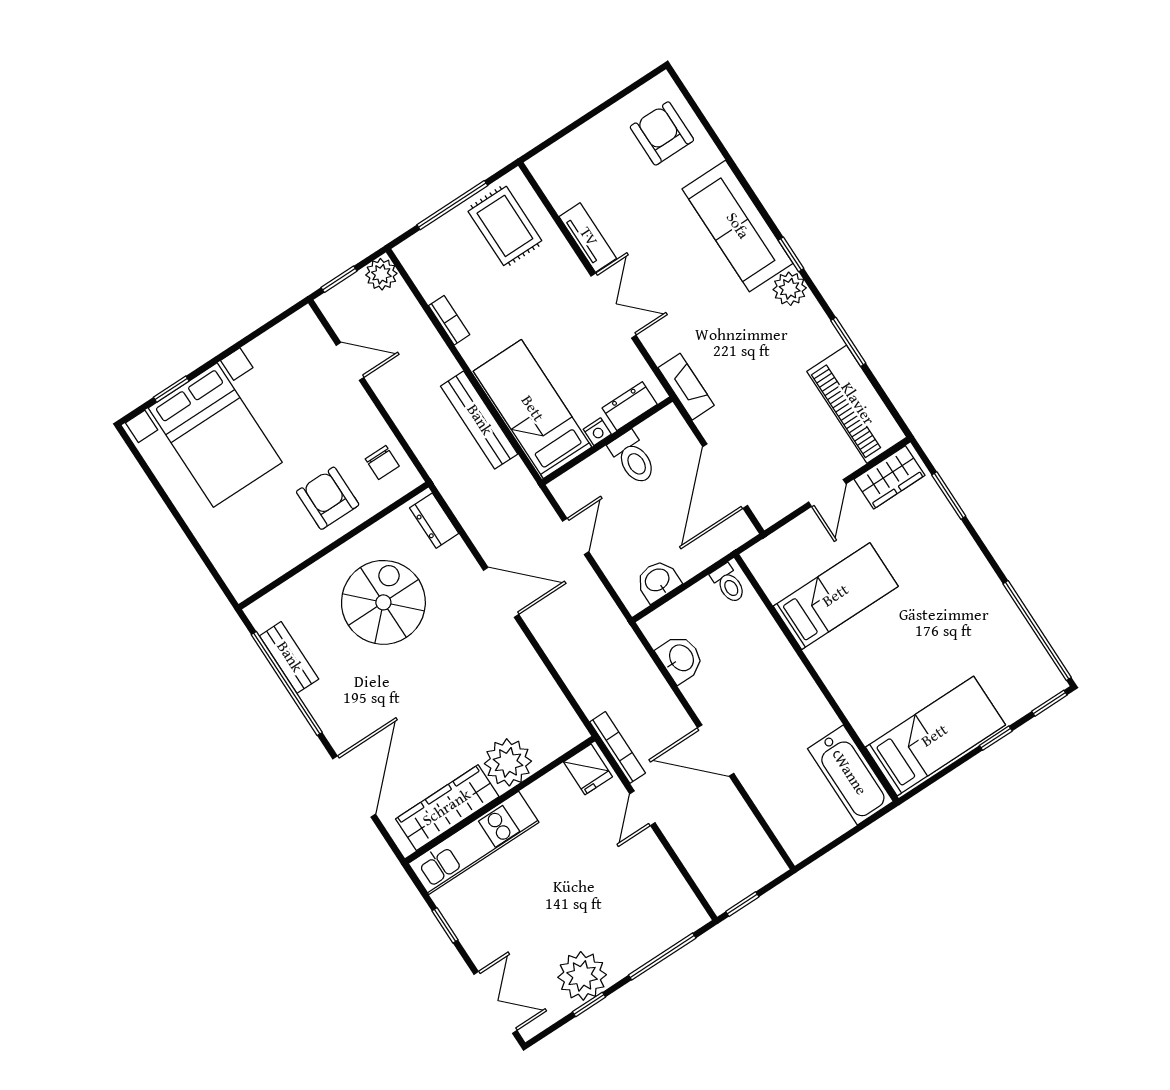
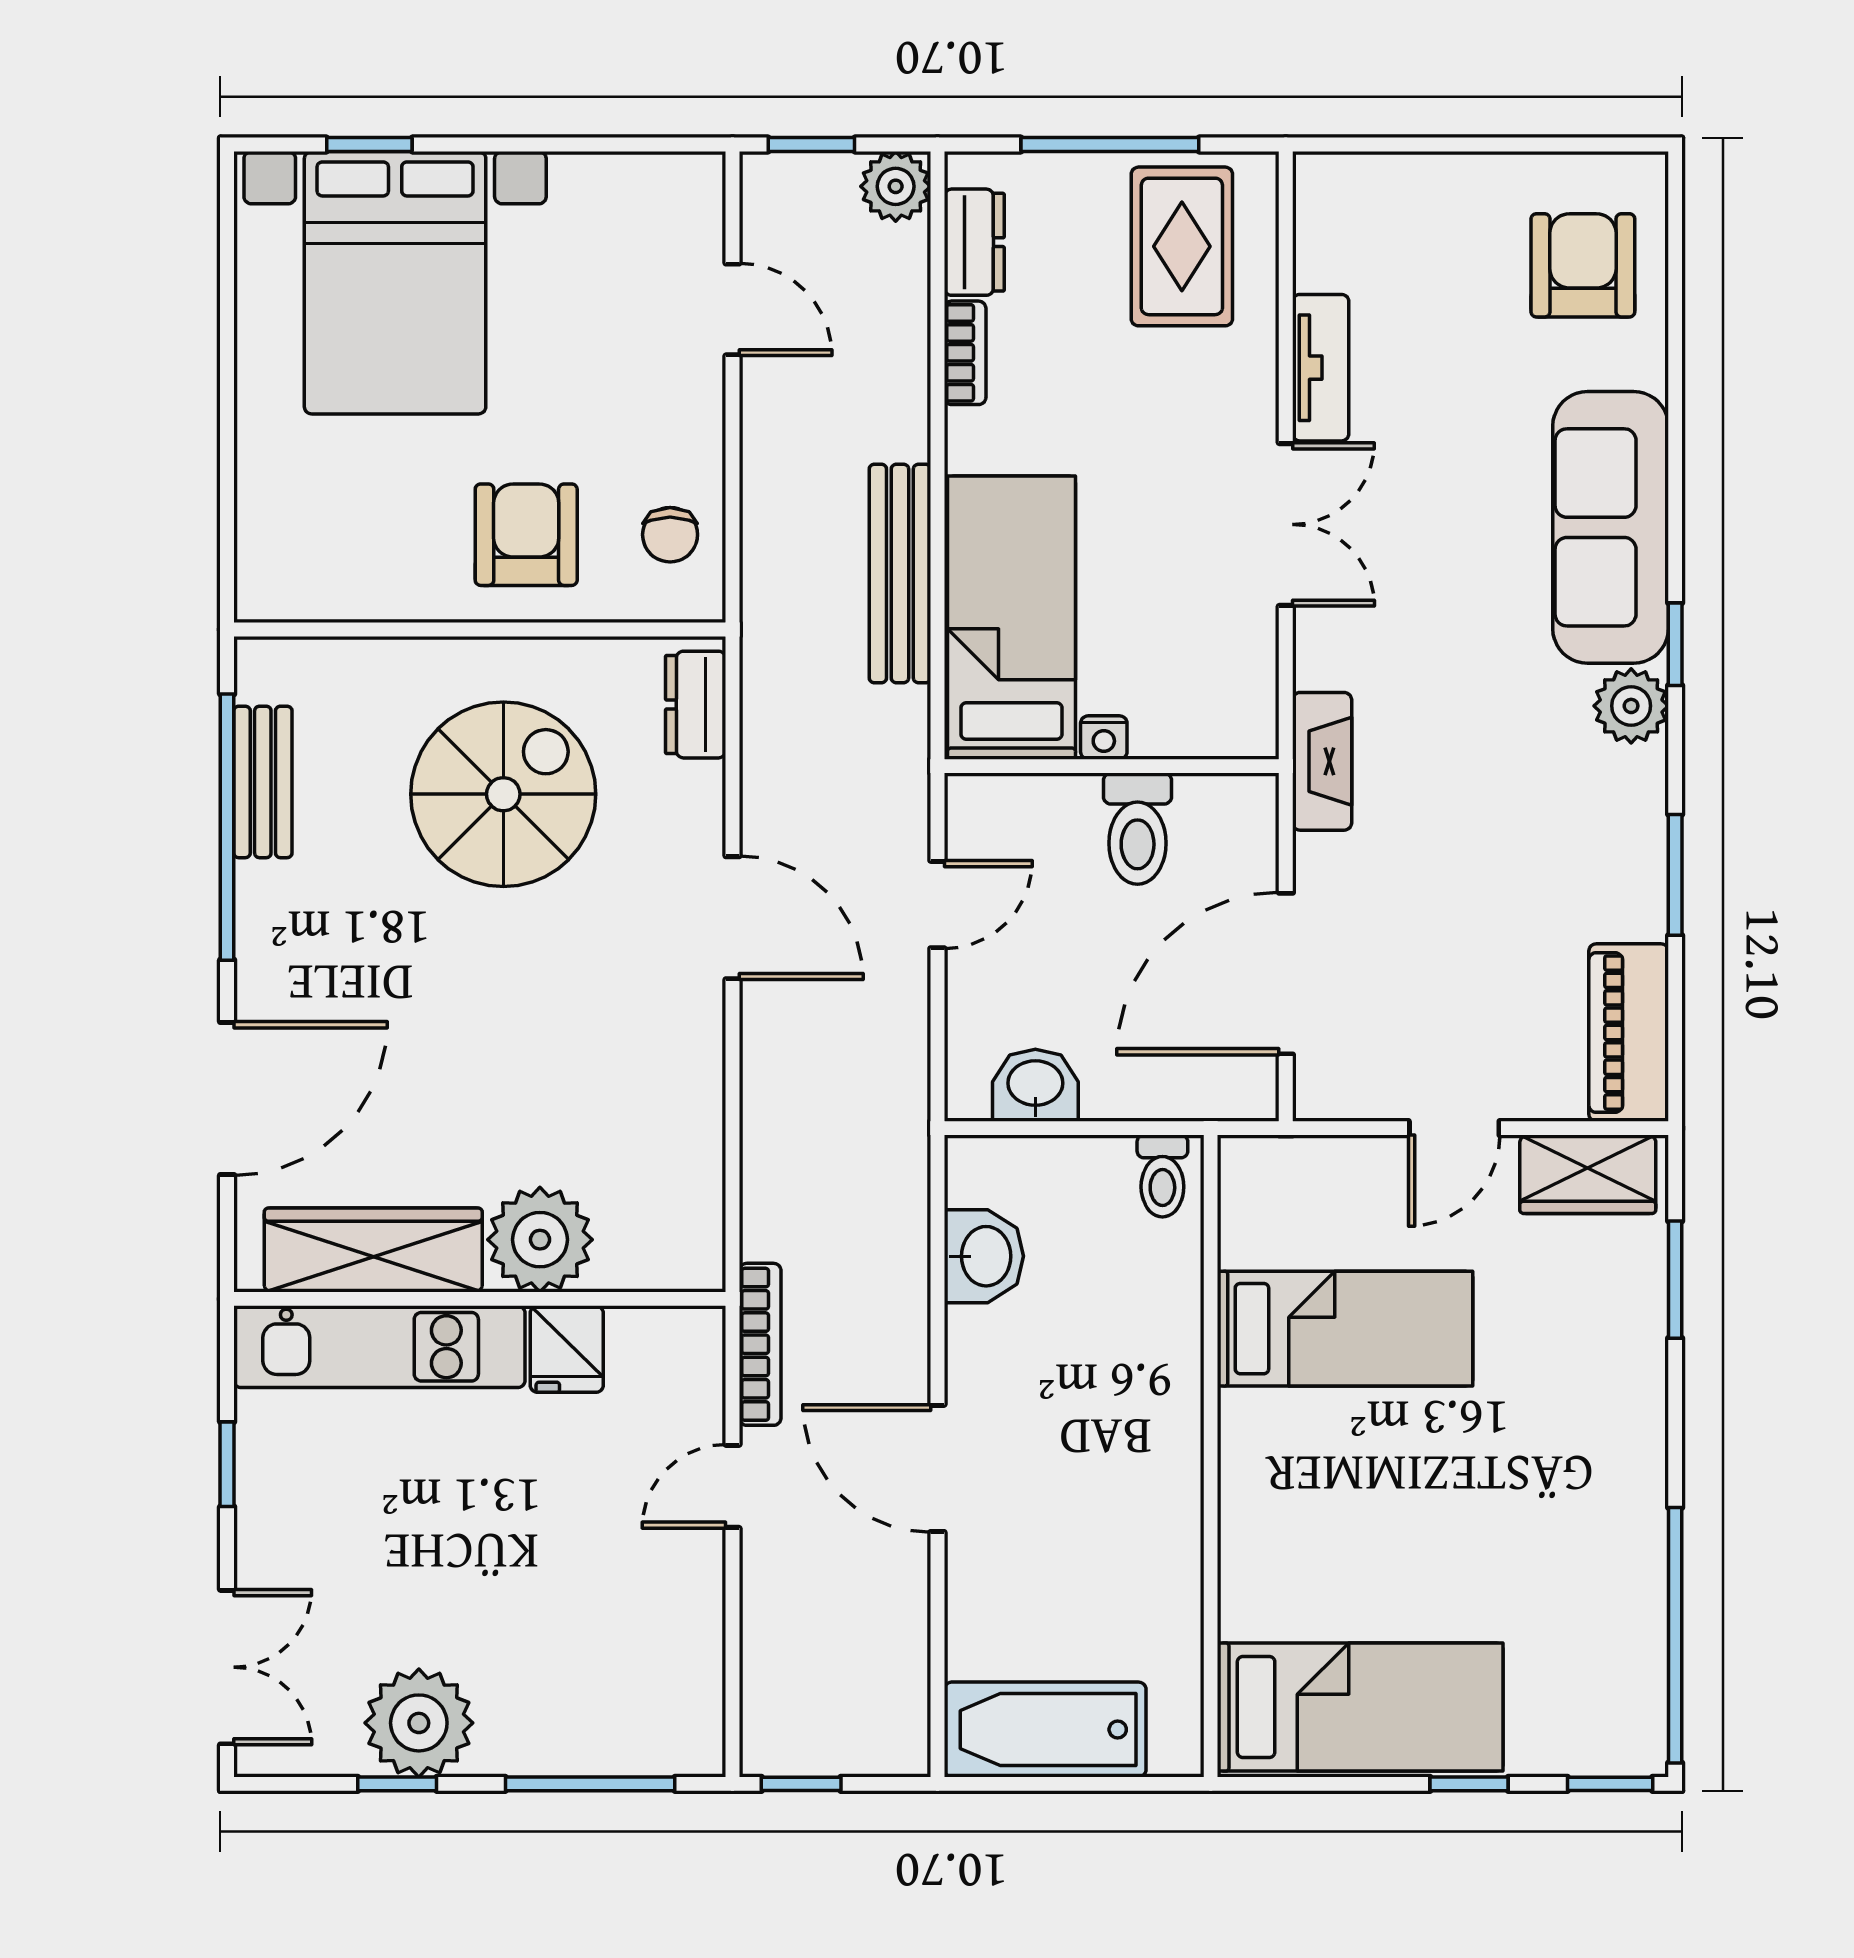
piano: (857, 404) -> (1629, 1033), width x0.73, depth x0.75
dresser: (630, 406) -> (974, 242), moved, turned 90
fridge: (588, 769) -> (567, 1349), moved
bathtub: (850, 775) -> (1045, 1730), moved, turned 90

